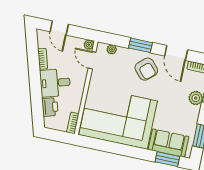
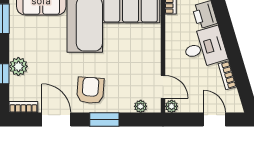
armchair: (146, 69) -> (90, 90), turned 46

